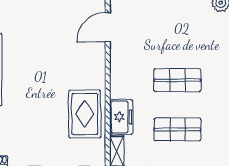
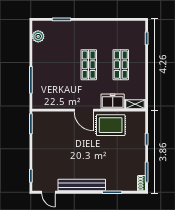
door: (108, 27) -> (84, 110), moved

